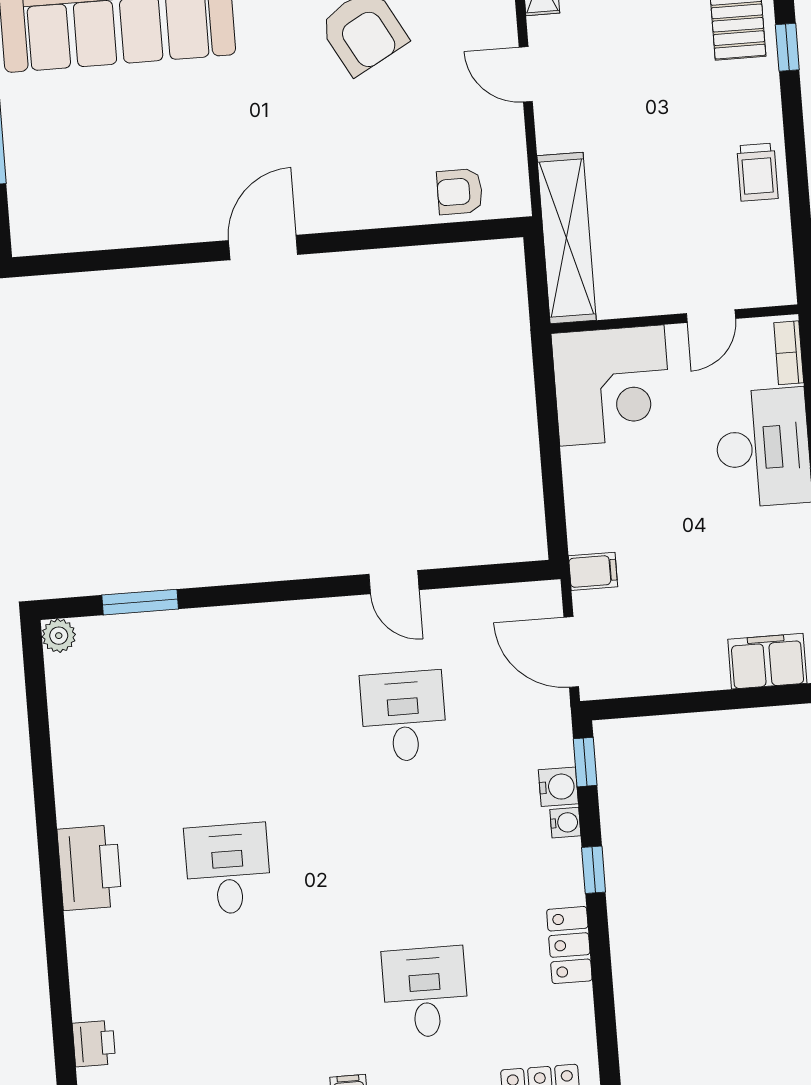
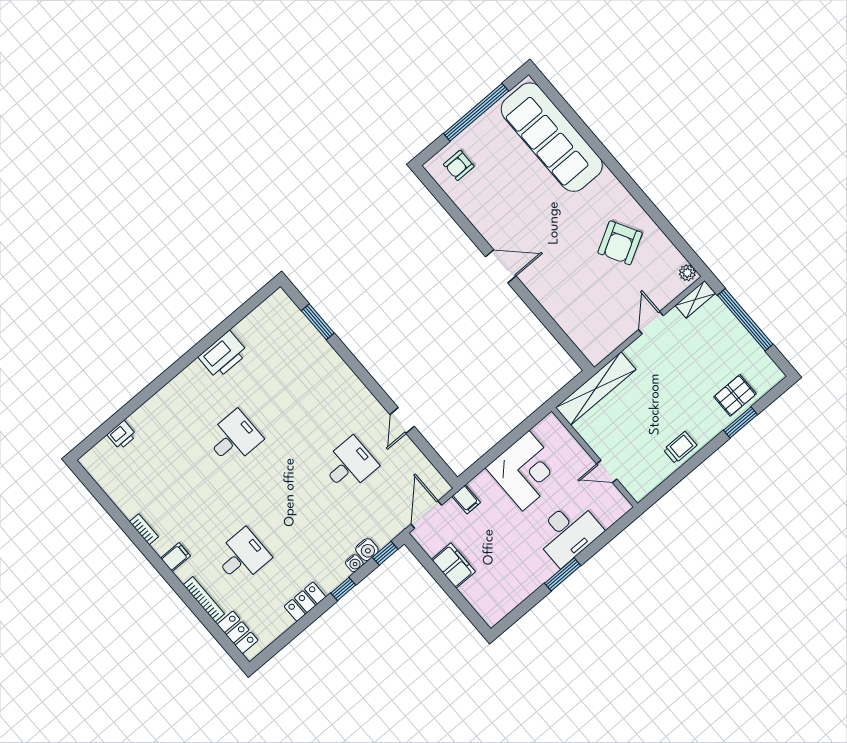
window: (787, 47) -> (741, 422), width x1.50
trolley: (757, 172) -> (680, 448), turned 180
armchair: (460, 192) -> (459, 165), moved, turned -90
bookcase: (789, 353) -> (615, 515), removed
corner desk: (612, 385) -> (526, 471), moved, turned -90
plant: (59, 636) -> (280, 298), removed
filing cabinet: (767, 661) -> (453, 566), moved
printer: (90, 868) -> (223, 355), moved

